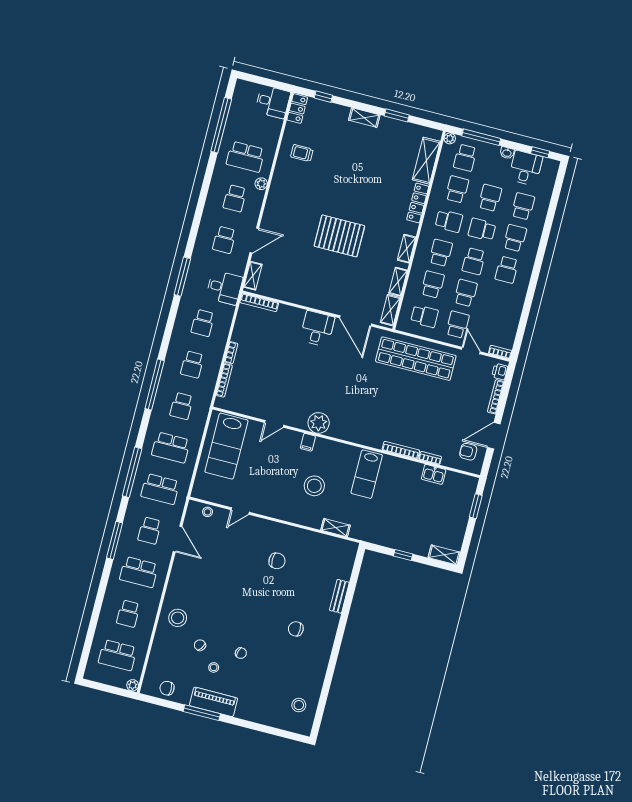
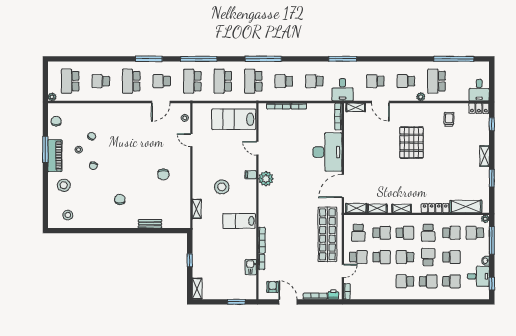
pallet: (339, 236) -> (412, 143), moved
desk: (317, 329) -> (327, 152), width x1.87, depth x1.30
school desk: (182, 406) -> (253, 81), width x1.85
stool: (178, 618) -> (64, 185), moved

